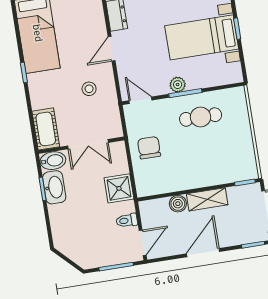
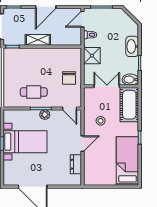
cot: (46, 129) -> (129, 105), width x1.37, depth x1.34
washbasin: (54, 187) -> (132, 46), moved
boiler: (178, 204) -> (57, 40), removed

